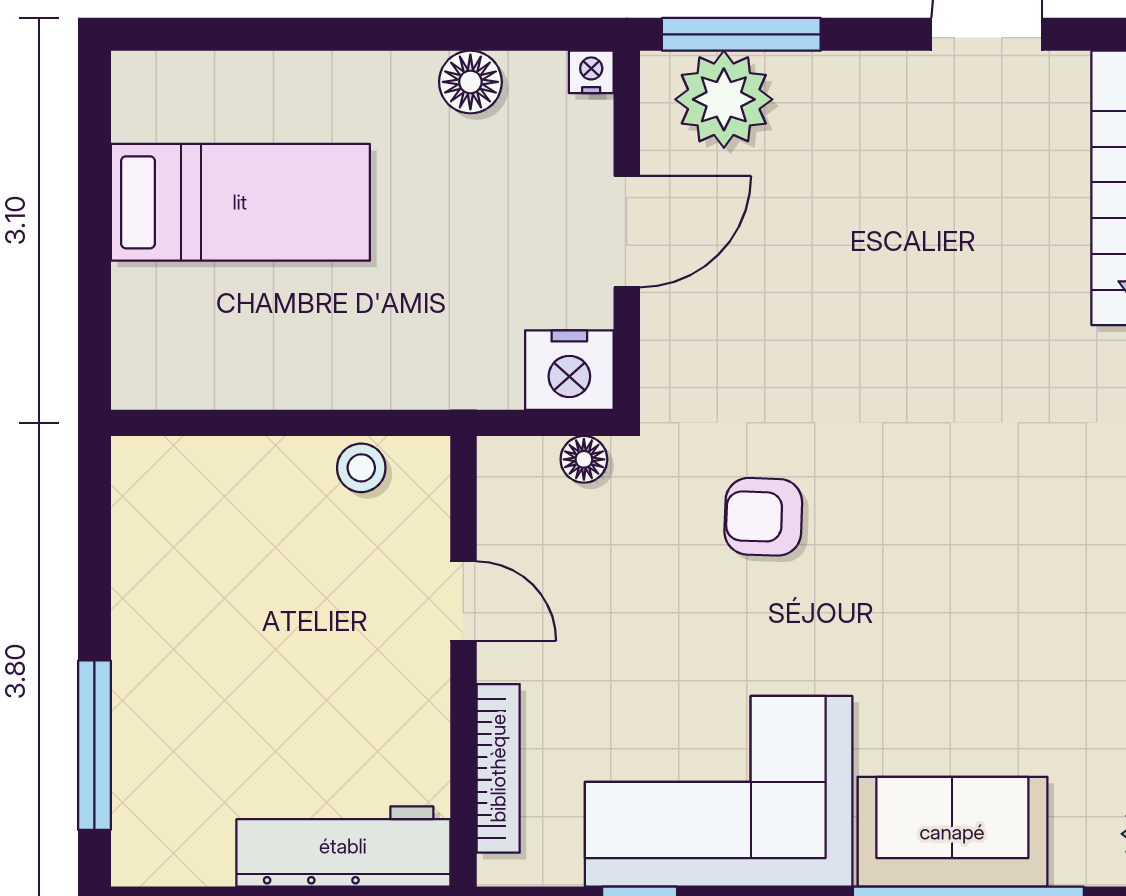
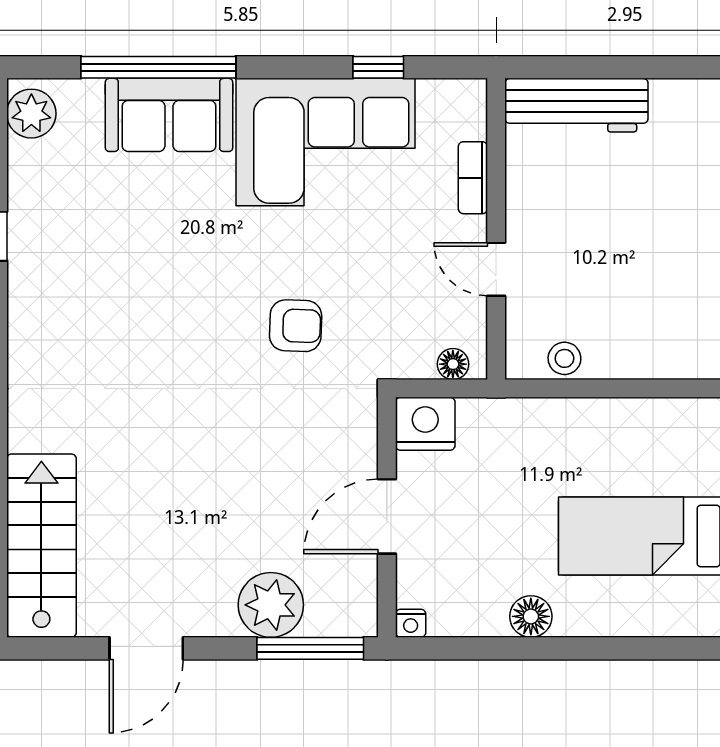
floor lamp: (470, 82) -> (531, 616), moved
plant: (724, 99) -> (271, 605), moved
floor lamp: (584, 459) -> (453, 364), moved
bookcase: (498, 768) -> (473, 178), width x0.64

